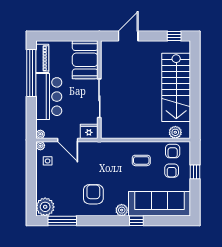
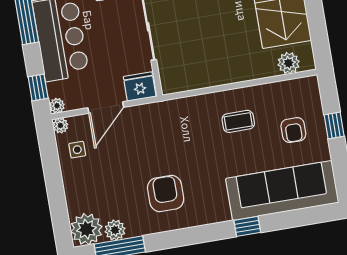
window: (31, 122) -> (38, 87), added
door: (68, 140) -> (106, 108), hinge flipped
armchair: (173, 151) -> (289, 96), removed
plant: (122, 210) -> (115, 230), moved

